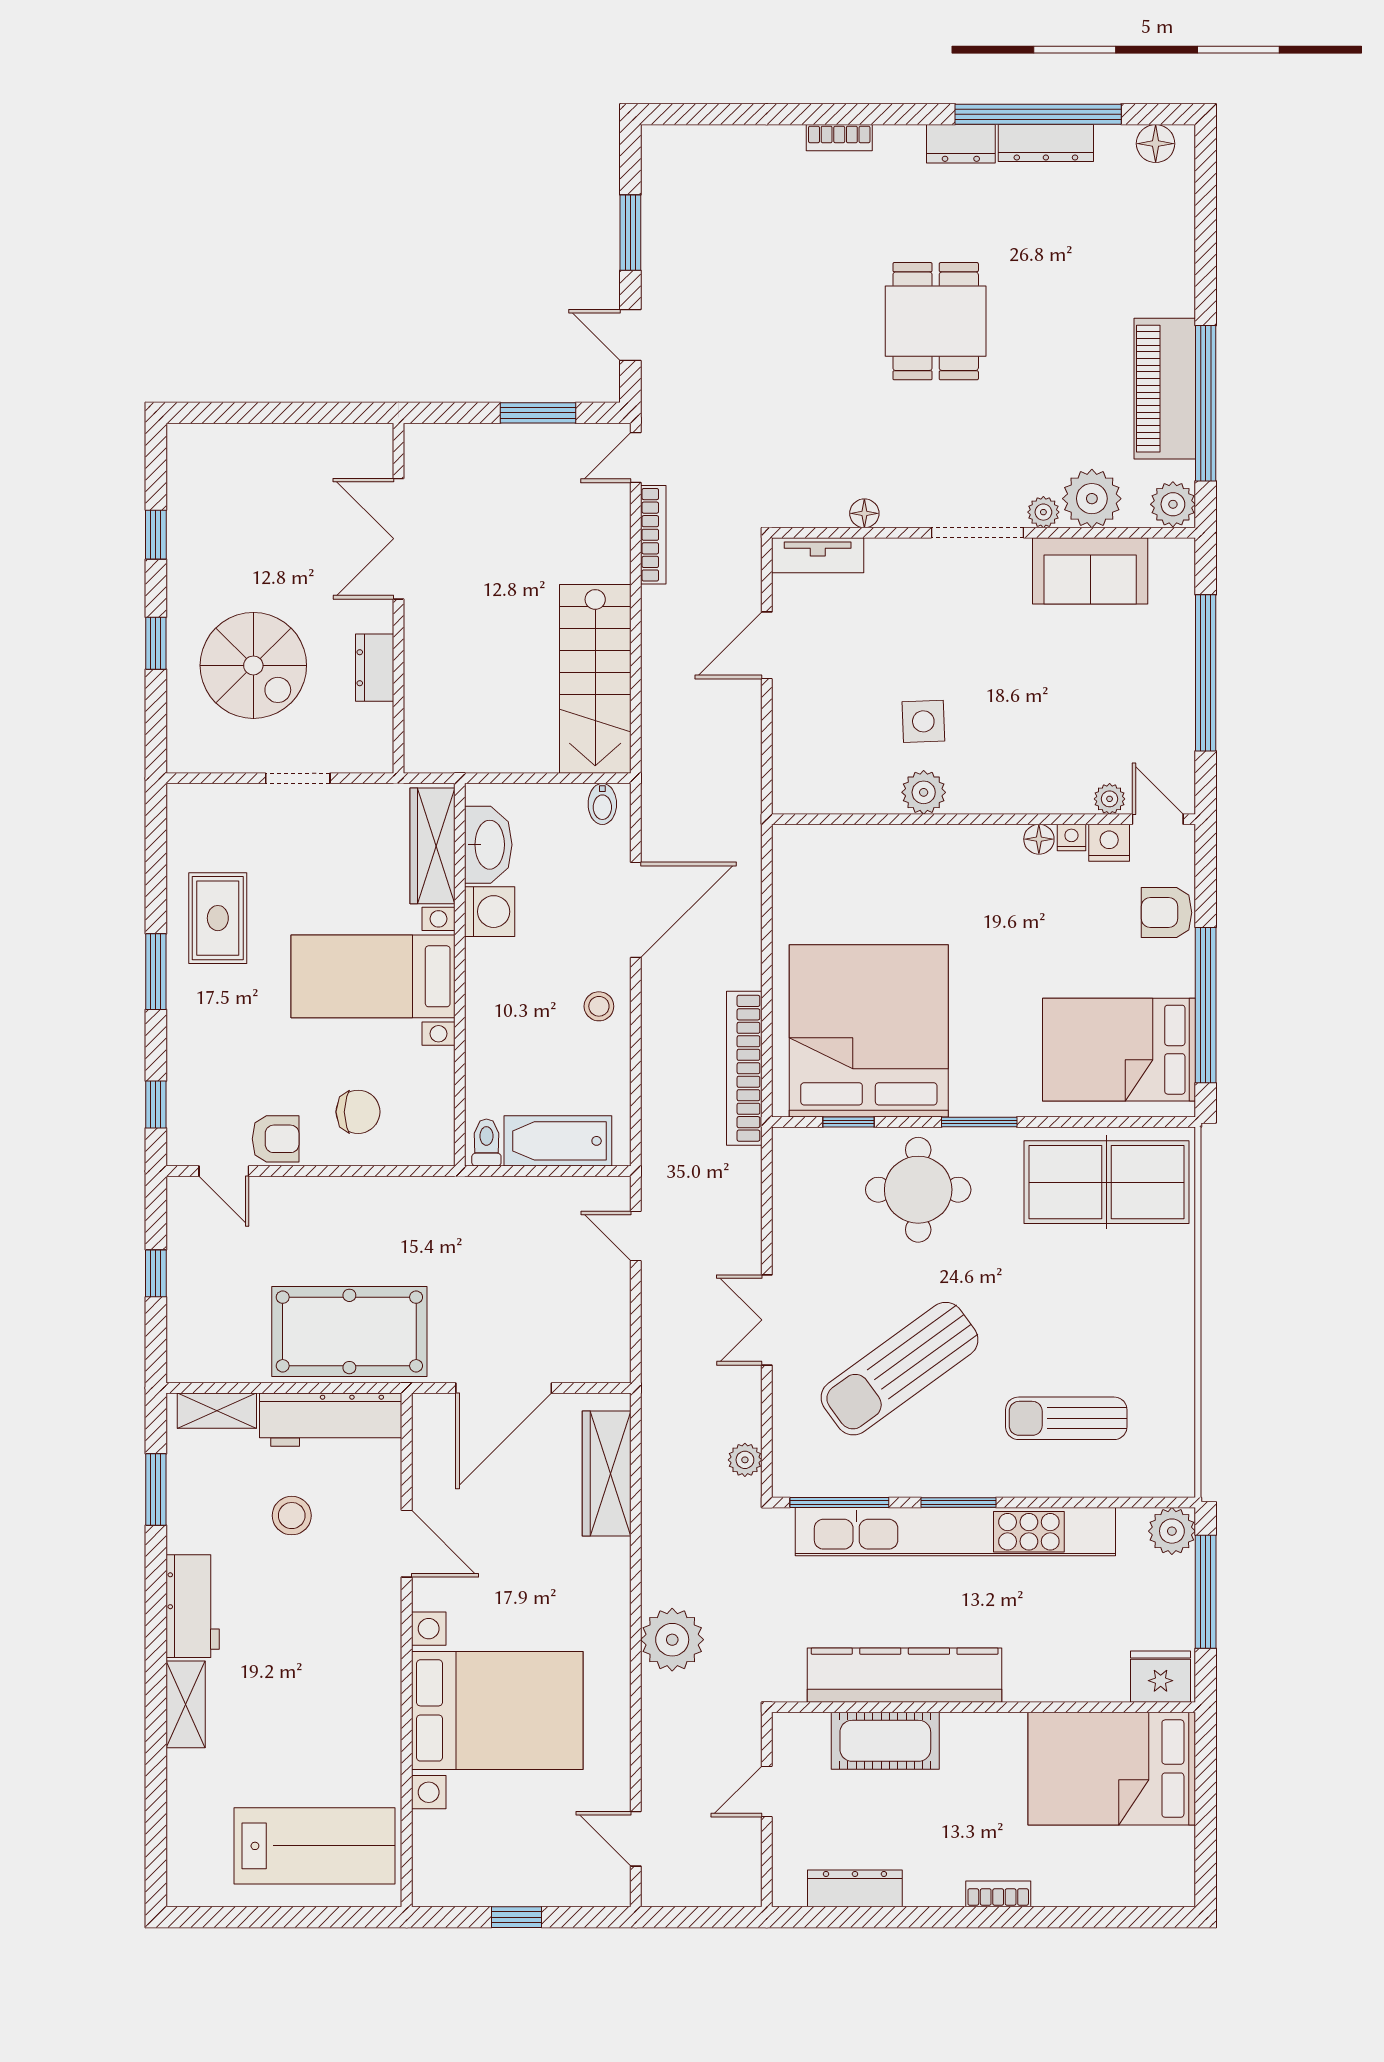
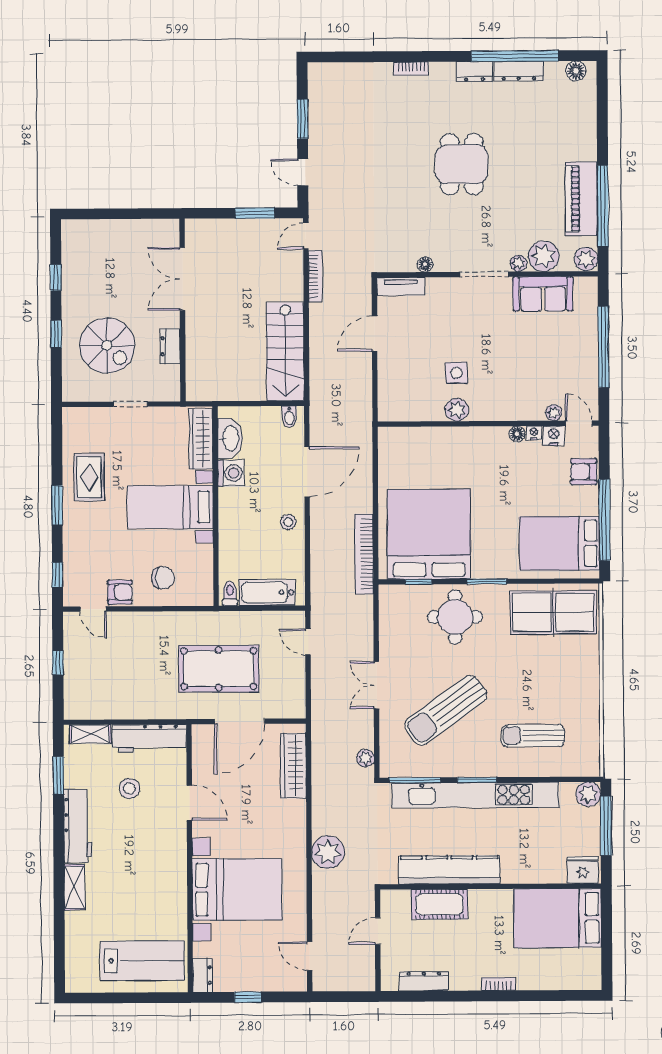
pool table: (349, 1331) -> (219, 669), moved
workbench: (193, 1606) -> (78, 826), width x1.38
dresser: (430, 1874) -> (202, 975), added

